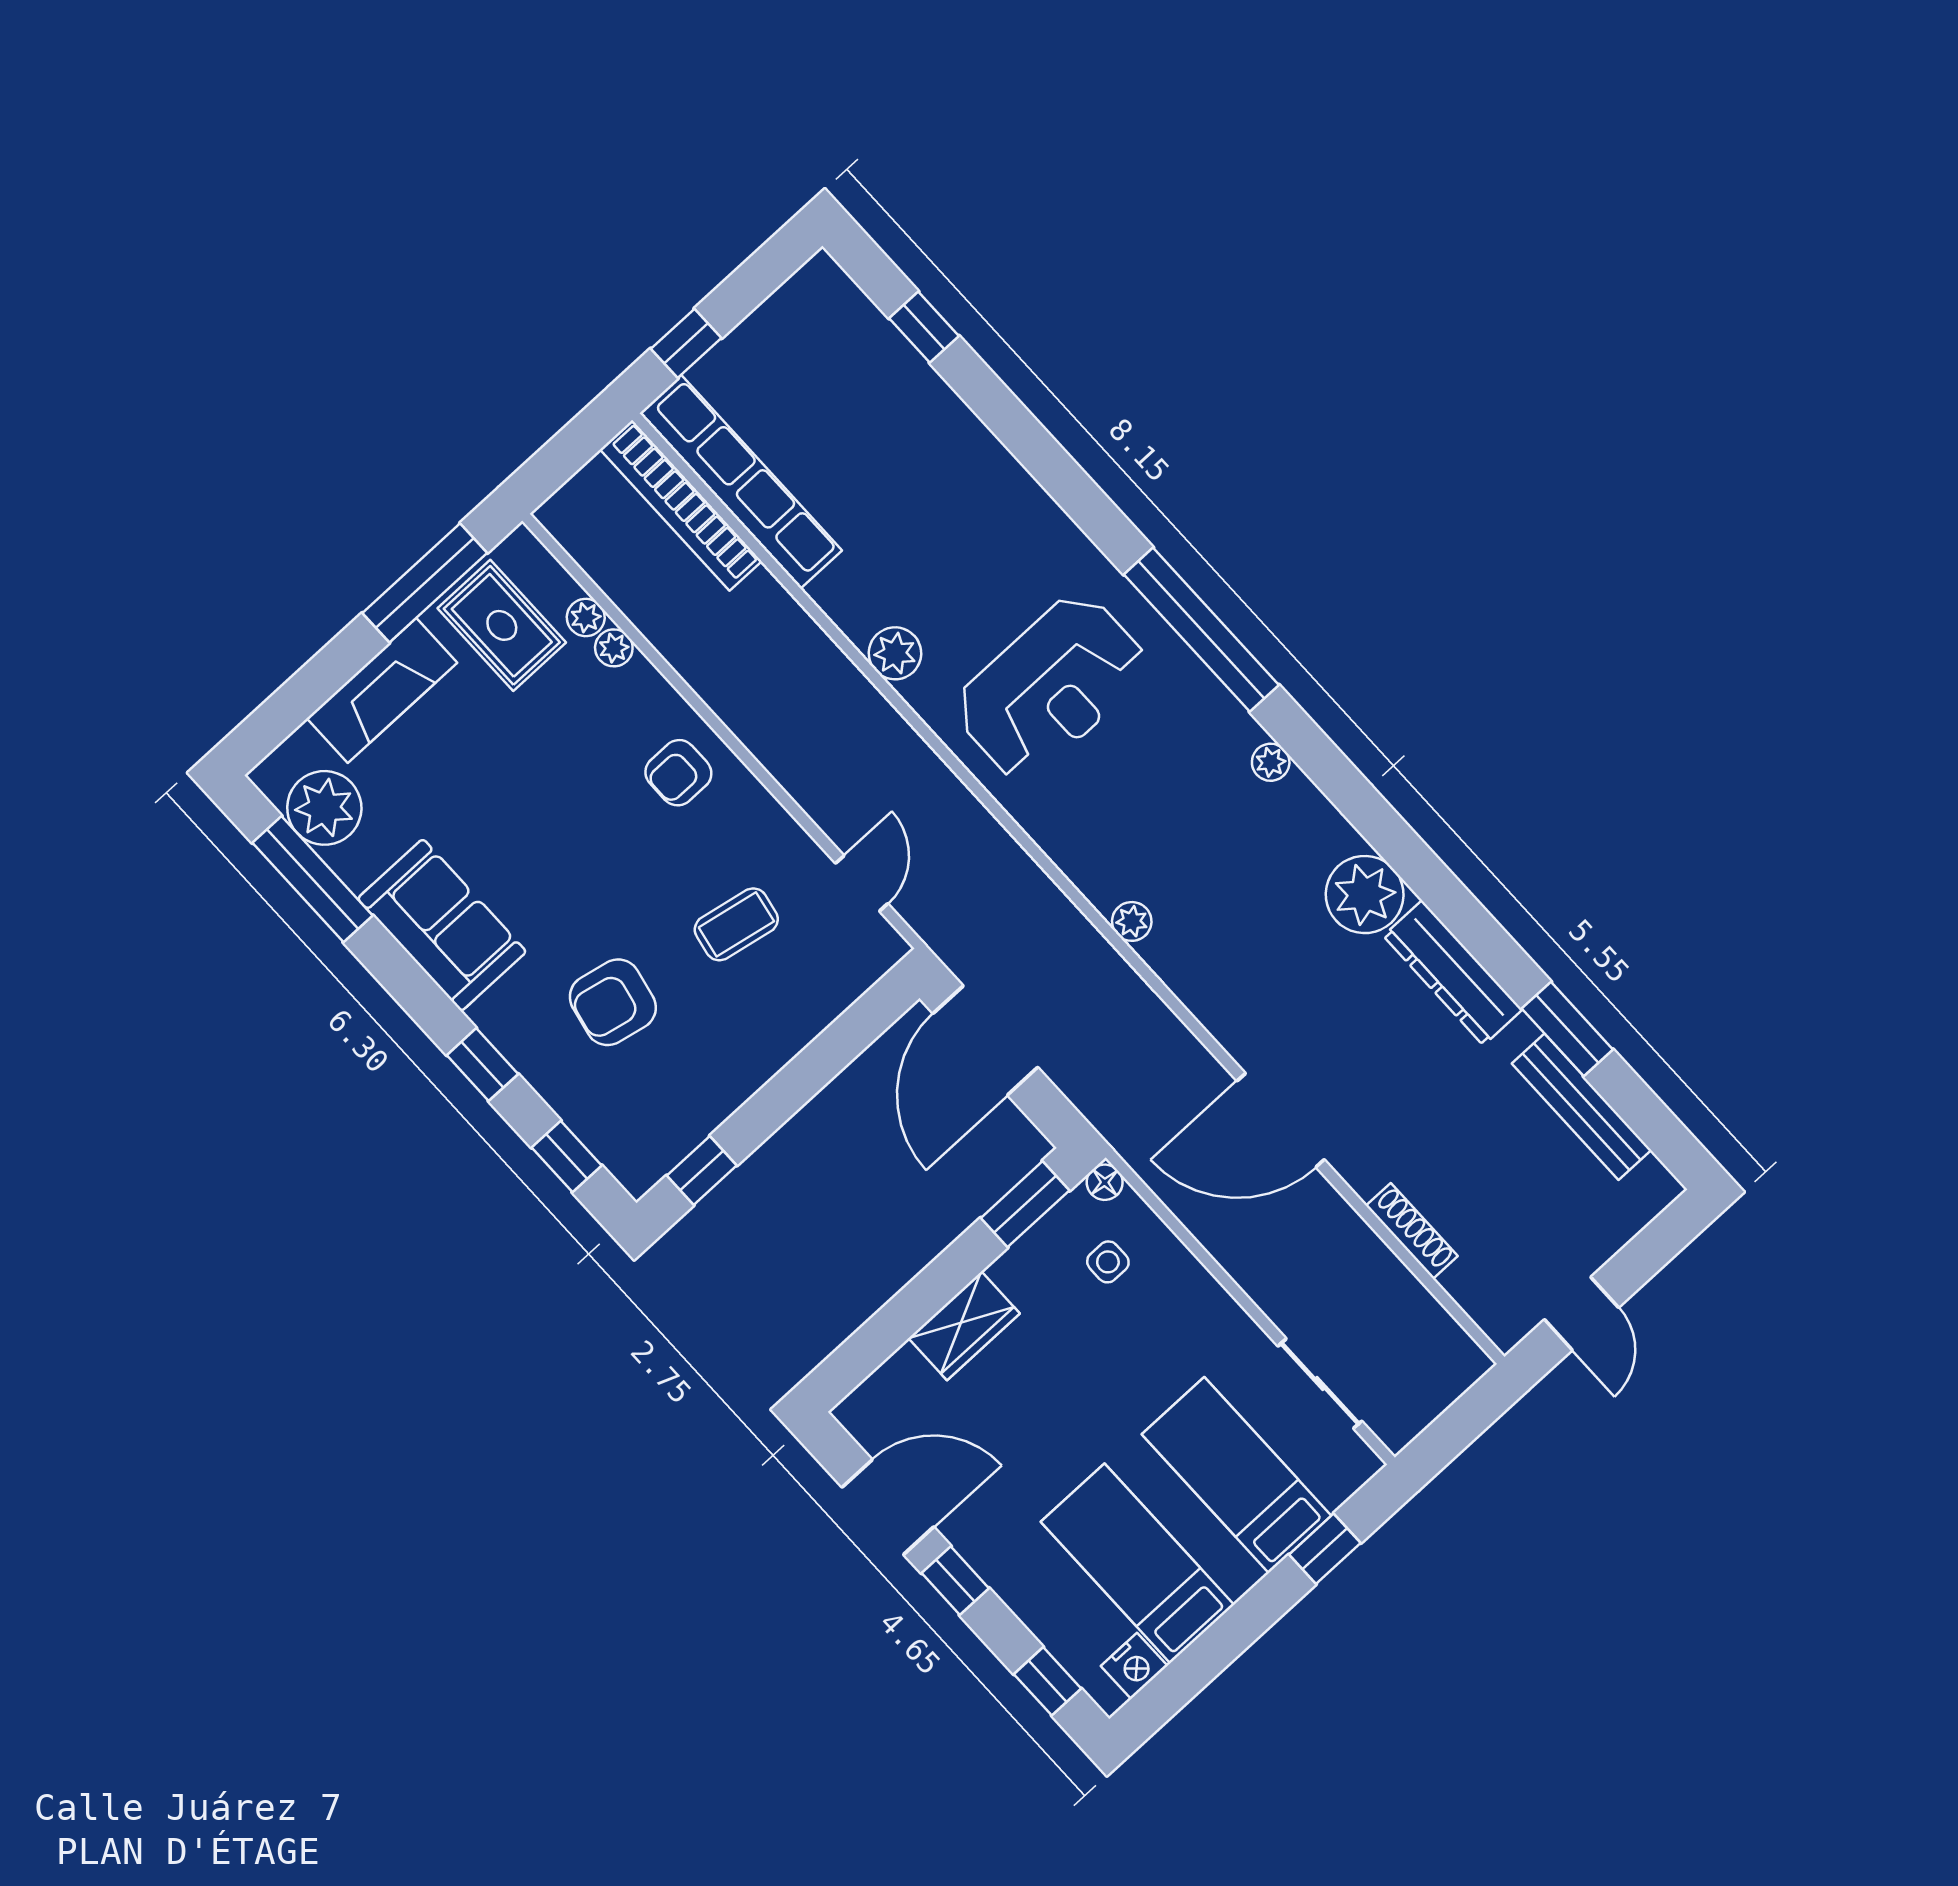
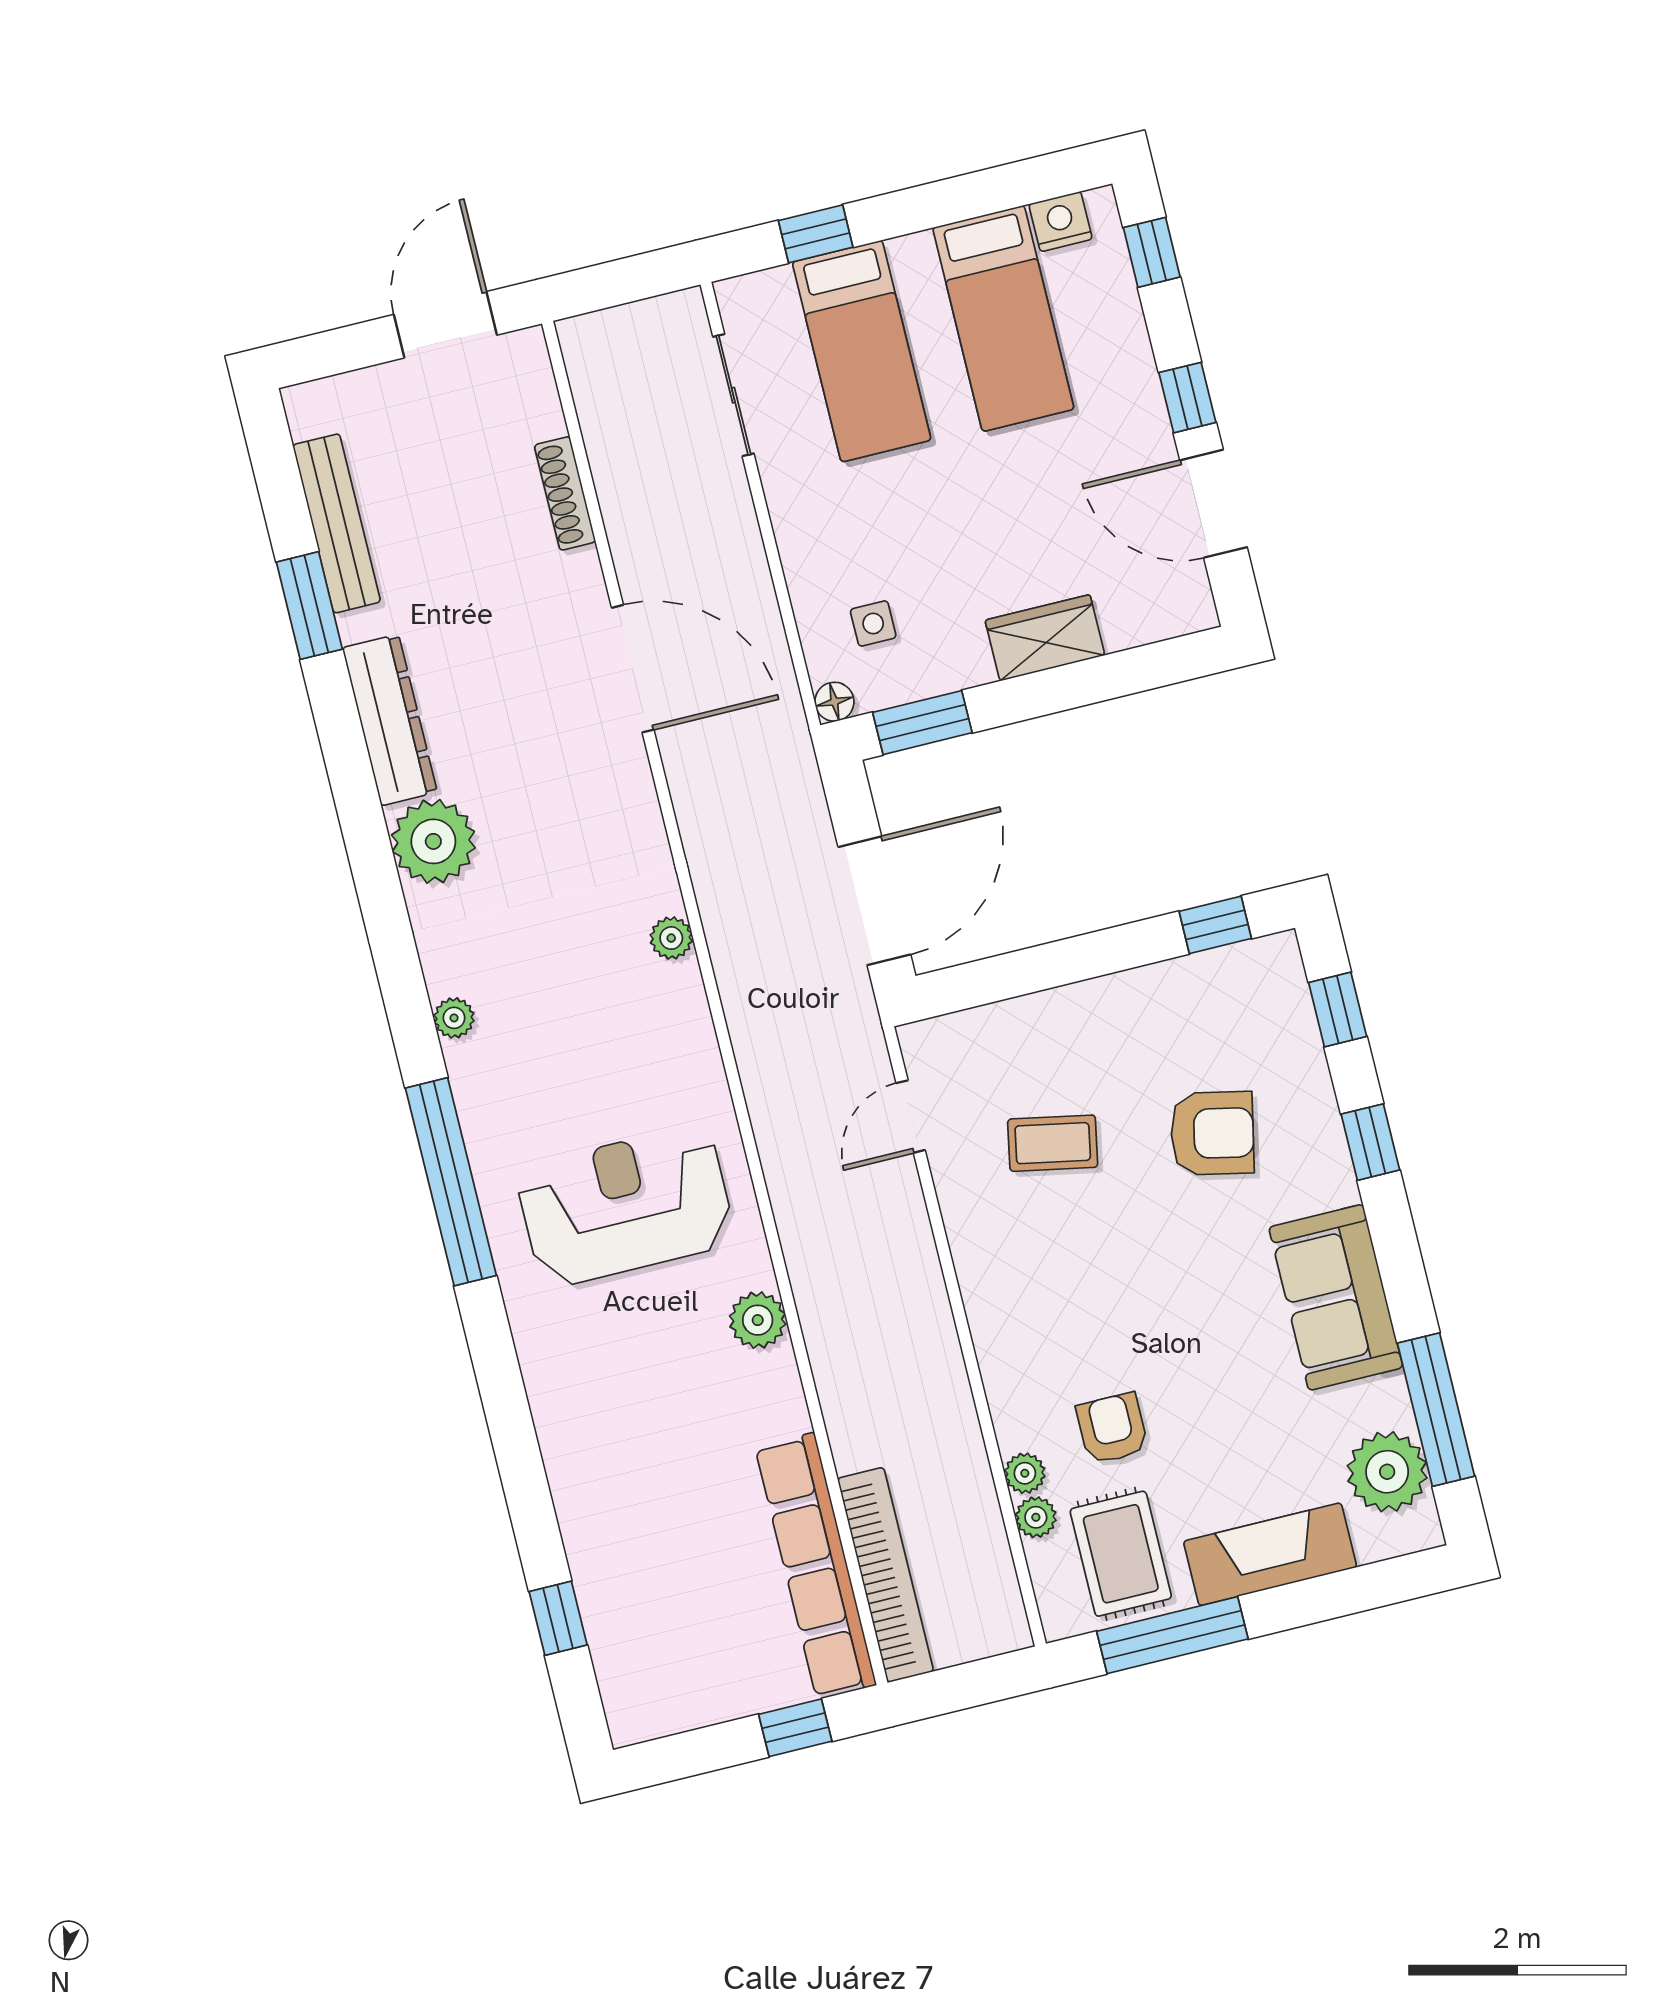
armchair: (678, 773) -> (1112, 1428), moved, turned -90
door: (1581, 1314) -> (445, 325), width x1.38

